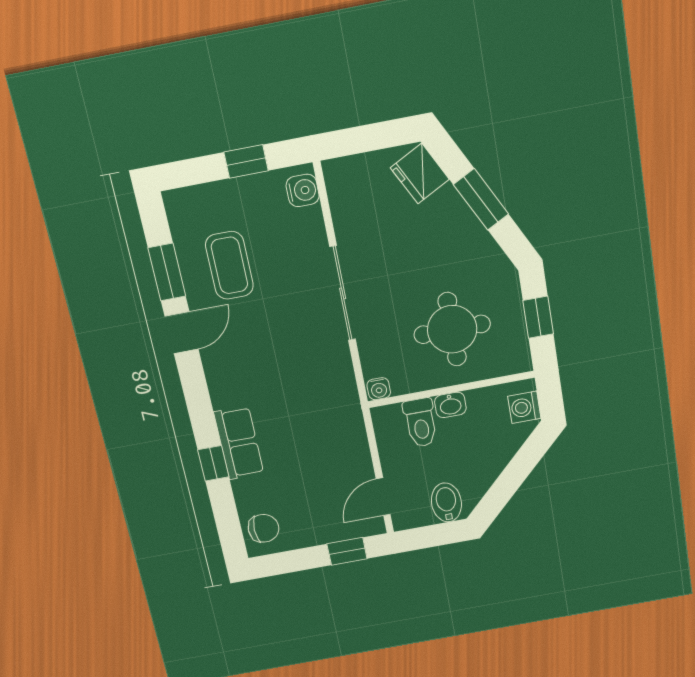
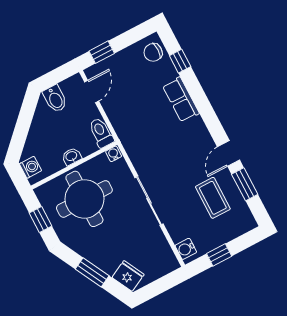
round table: (452, 329) -> (84, 199), width x1.36, depth x1.36
toilet: (421, 423) -> (101, 133), moved
window: (213, 463) -> (180, 61), moved

